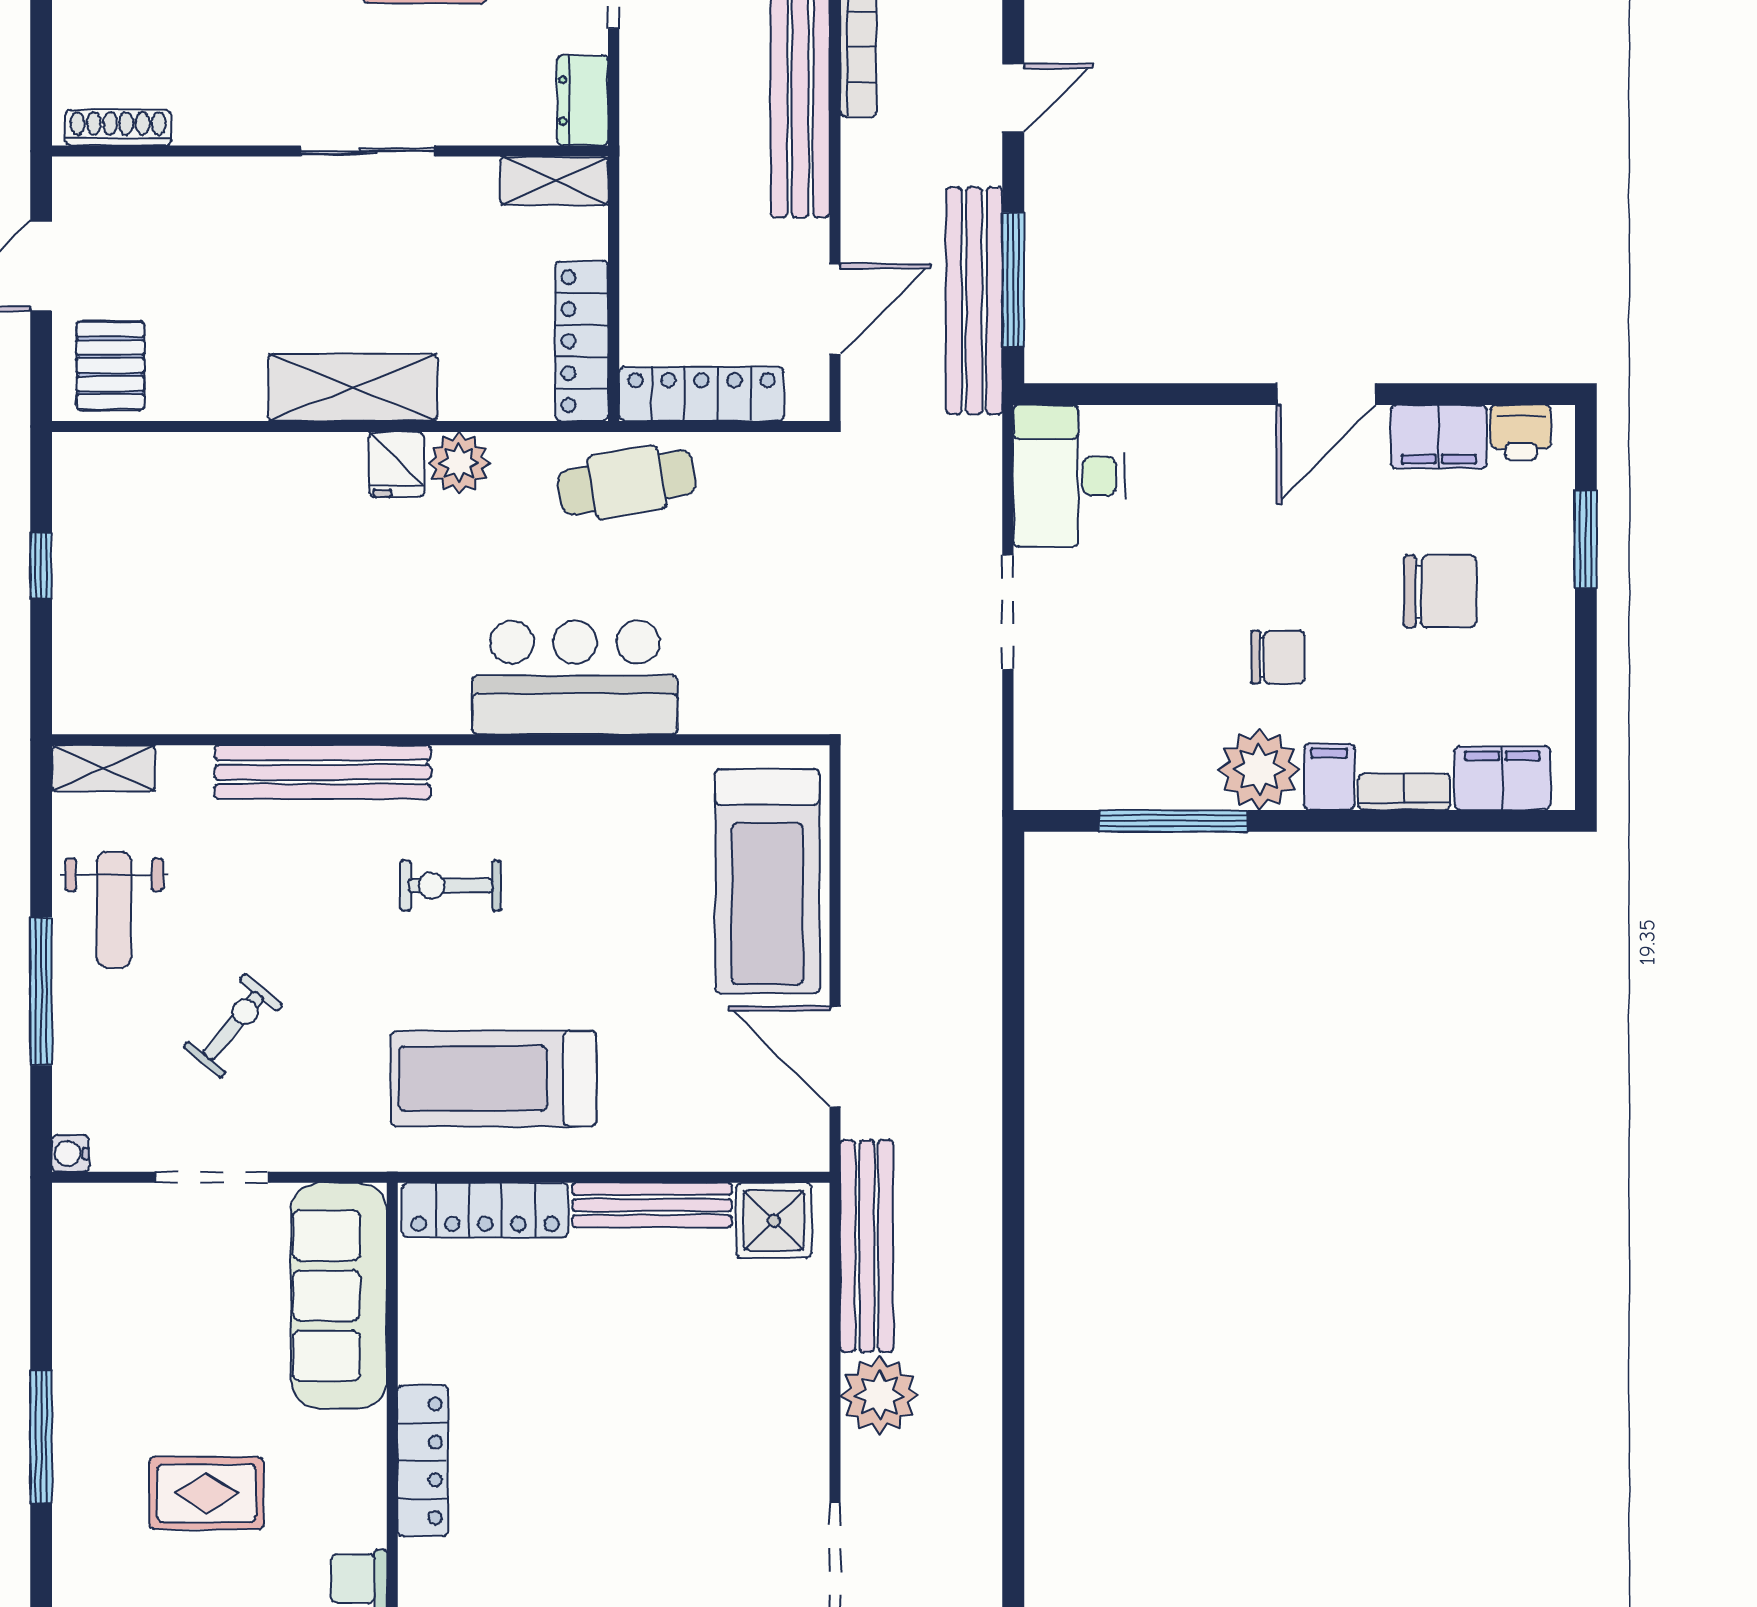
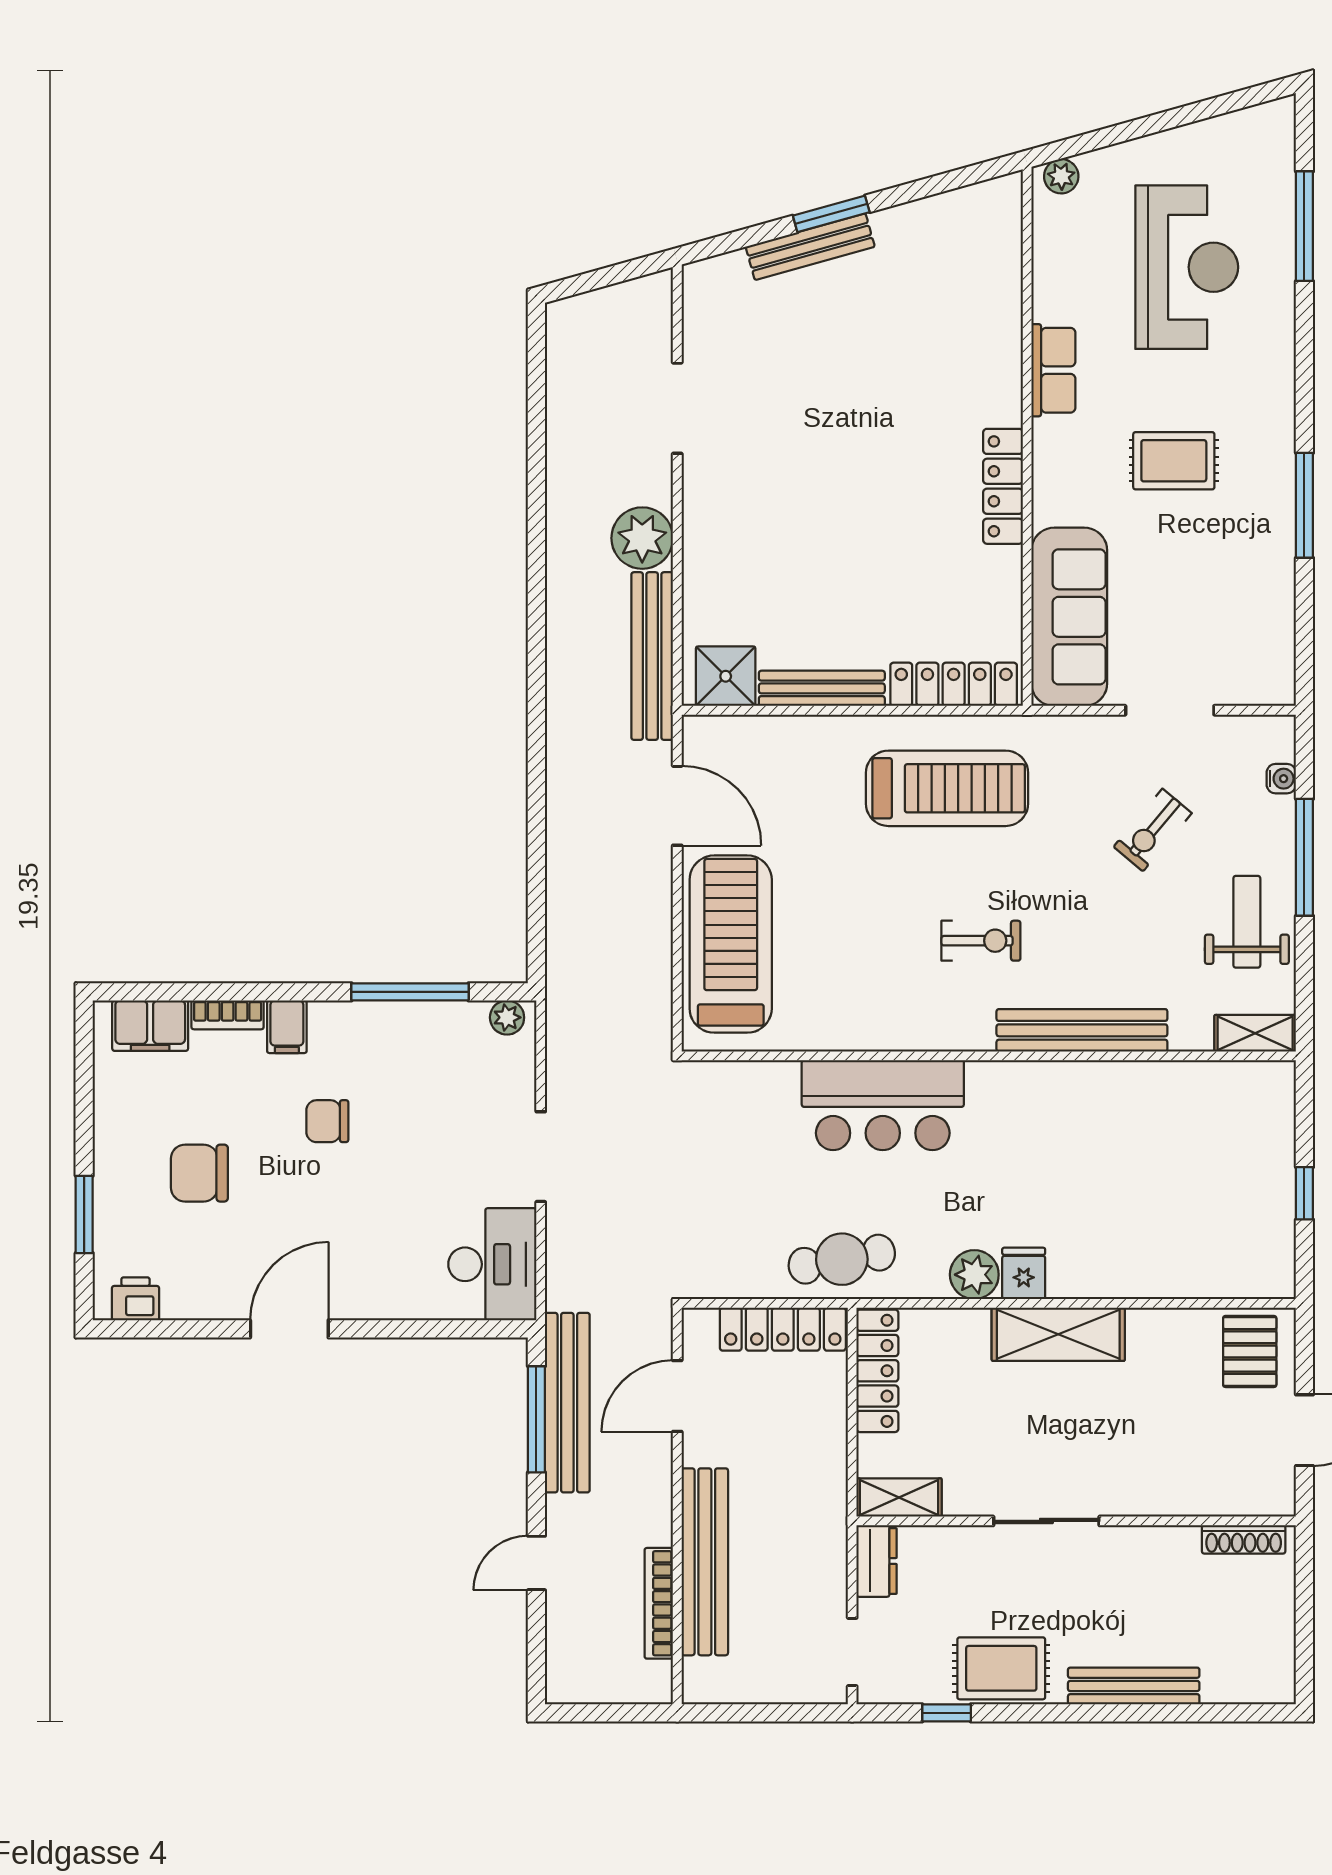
filing cabinet: (1439, 437) -> (200, 1295), removed
plant: (1259, 769) -> (507, 1017), moved, width x0.53, depth x0.53
water cooler: (70, 1153) -> (1281, 779), moved

